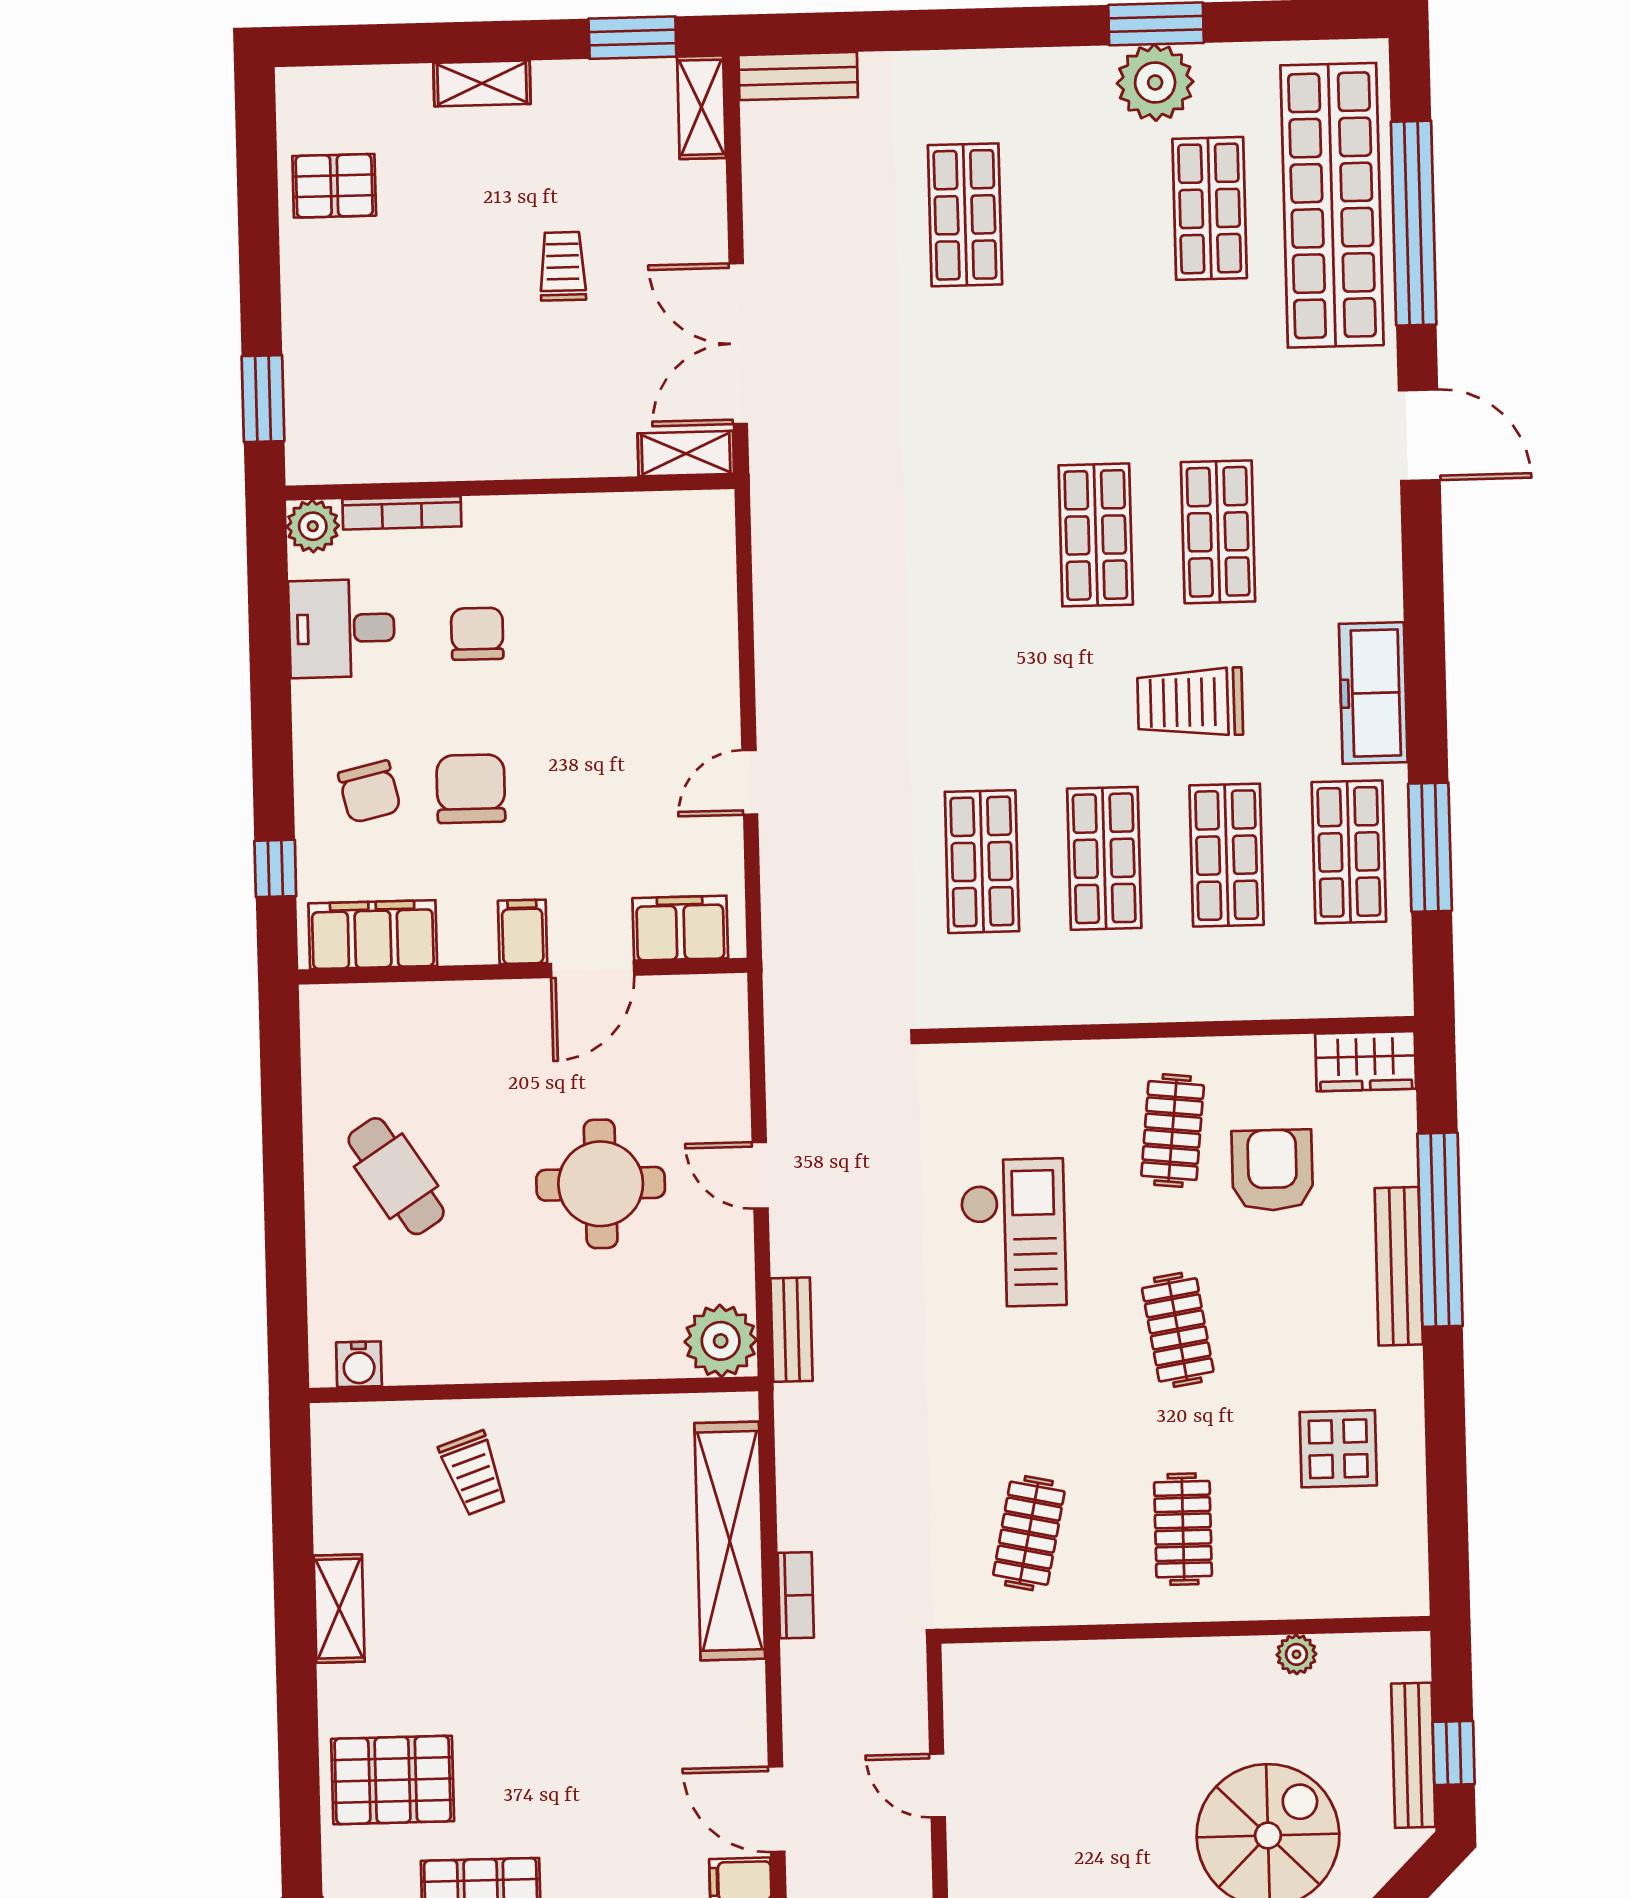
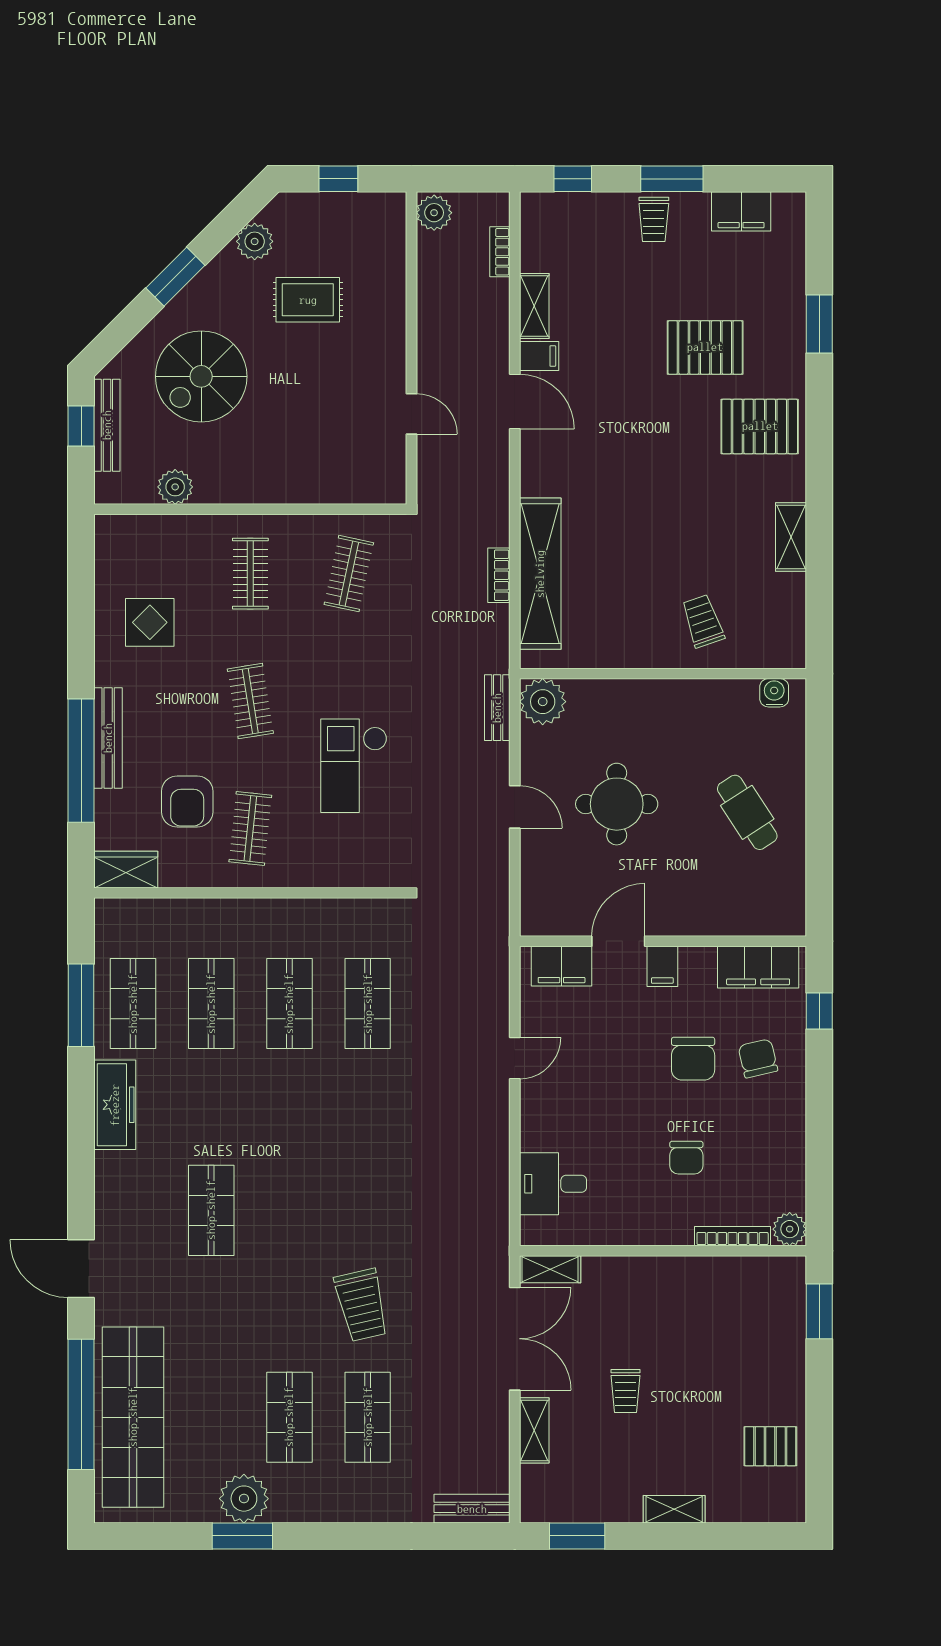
shelving: (701, 107) -> (534, 1430), moved
shop shelf: (1210, 208) -> (289, 1417), moved
shop shelf: (1096, 535) -> (289, 1210), removed
desk: (342, 628) -> (553, 1184), moved, turned 180
trolley: (1190, 702) -> (362, 1305), moved, turned 77
bookcase: (796, 1595) -> (499, 575), moved
plant: (1296, 1654) -> (175, 487), width x1.38, depth x1.38

